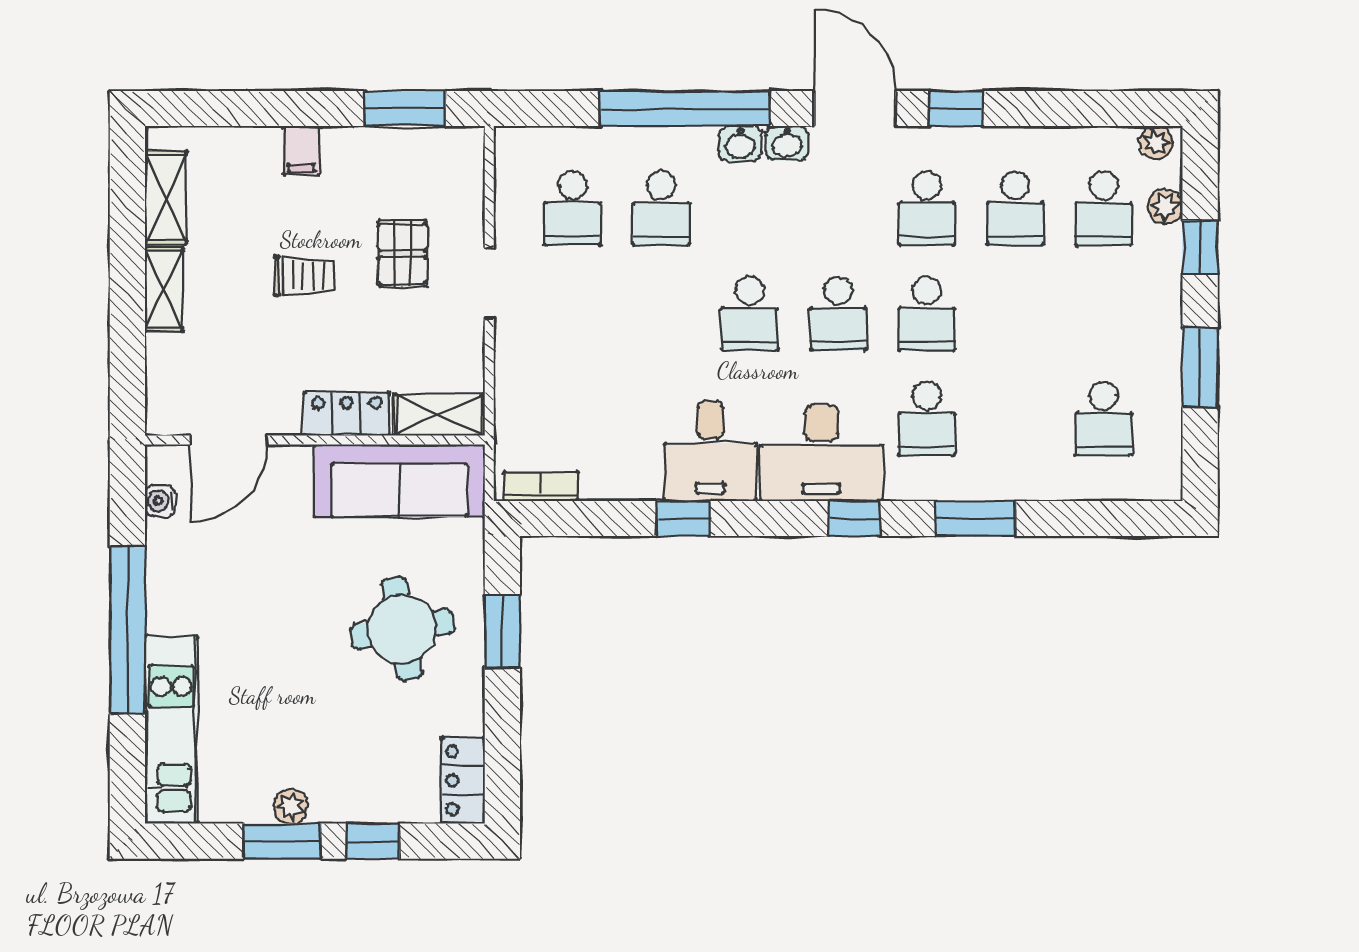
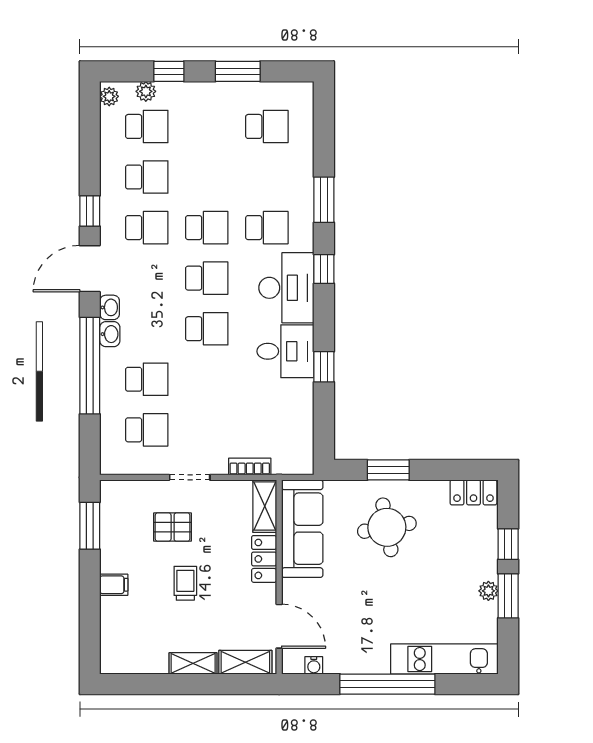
shelving: (166, 198) -> (245, 662), moved
bookcase: (541, 486) -> (250, 466), moved, turned 90

